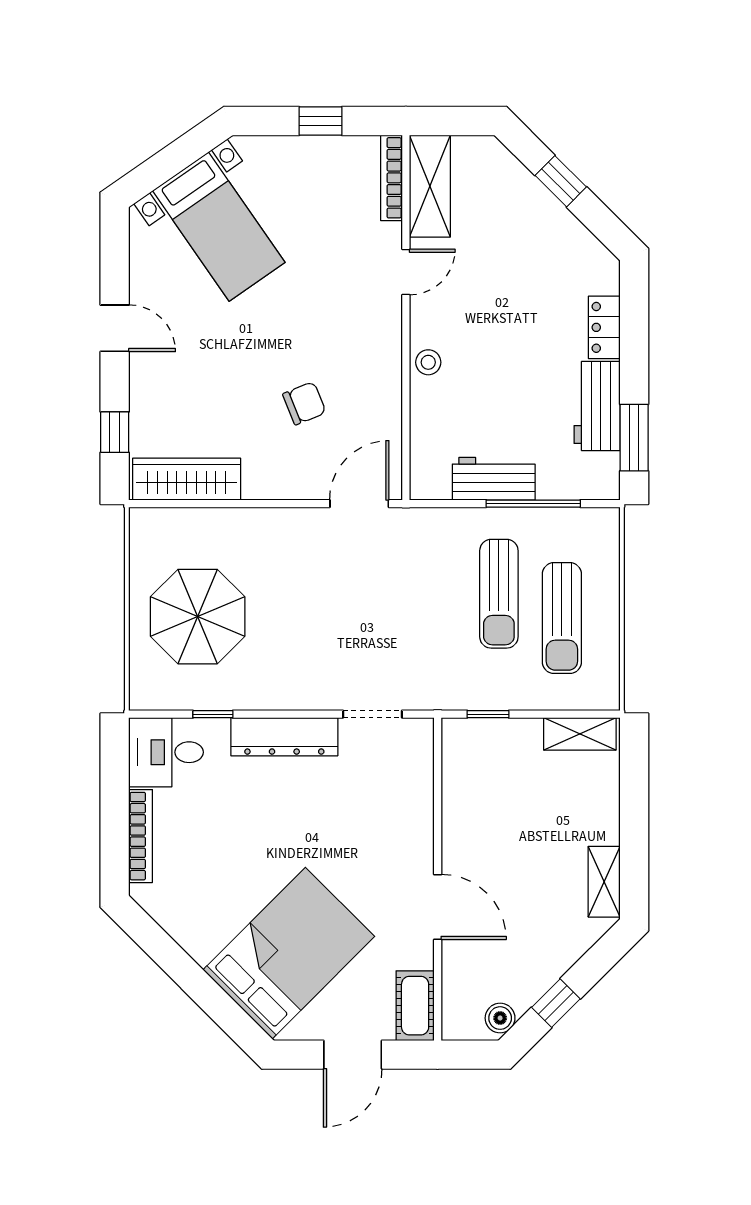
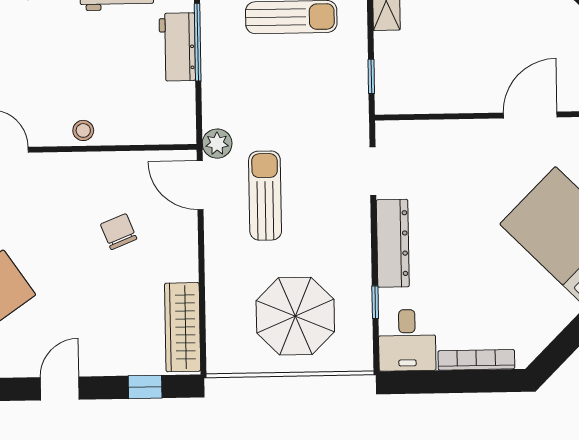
workbench: (494, 479) -> (177, 47), moved
plant: (409, 525) -> (217, 144), added
sun lounger: (499, 594) -> (265, 196), moved, turned -90

